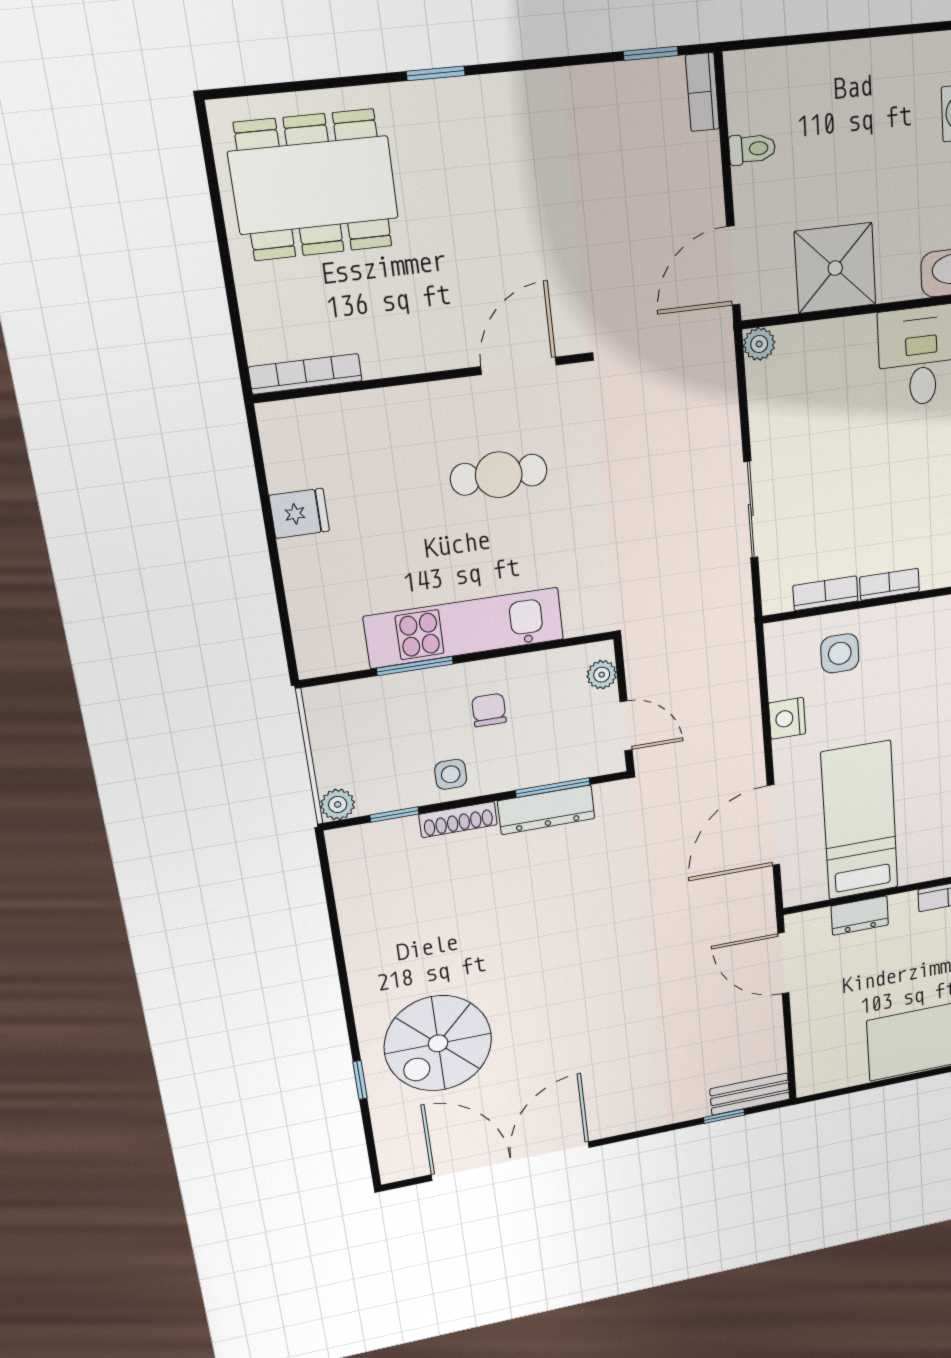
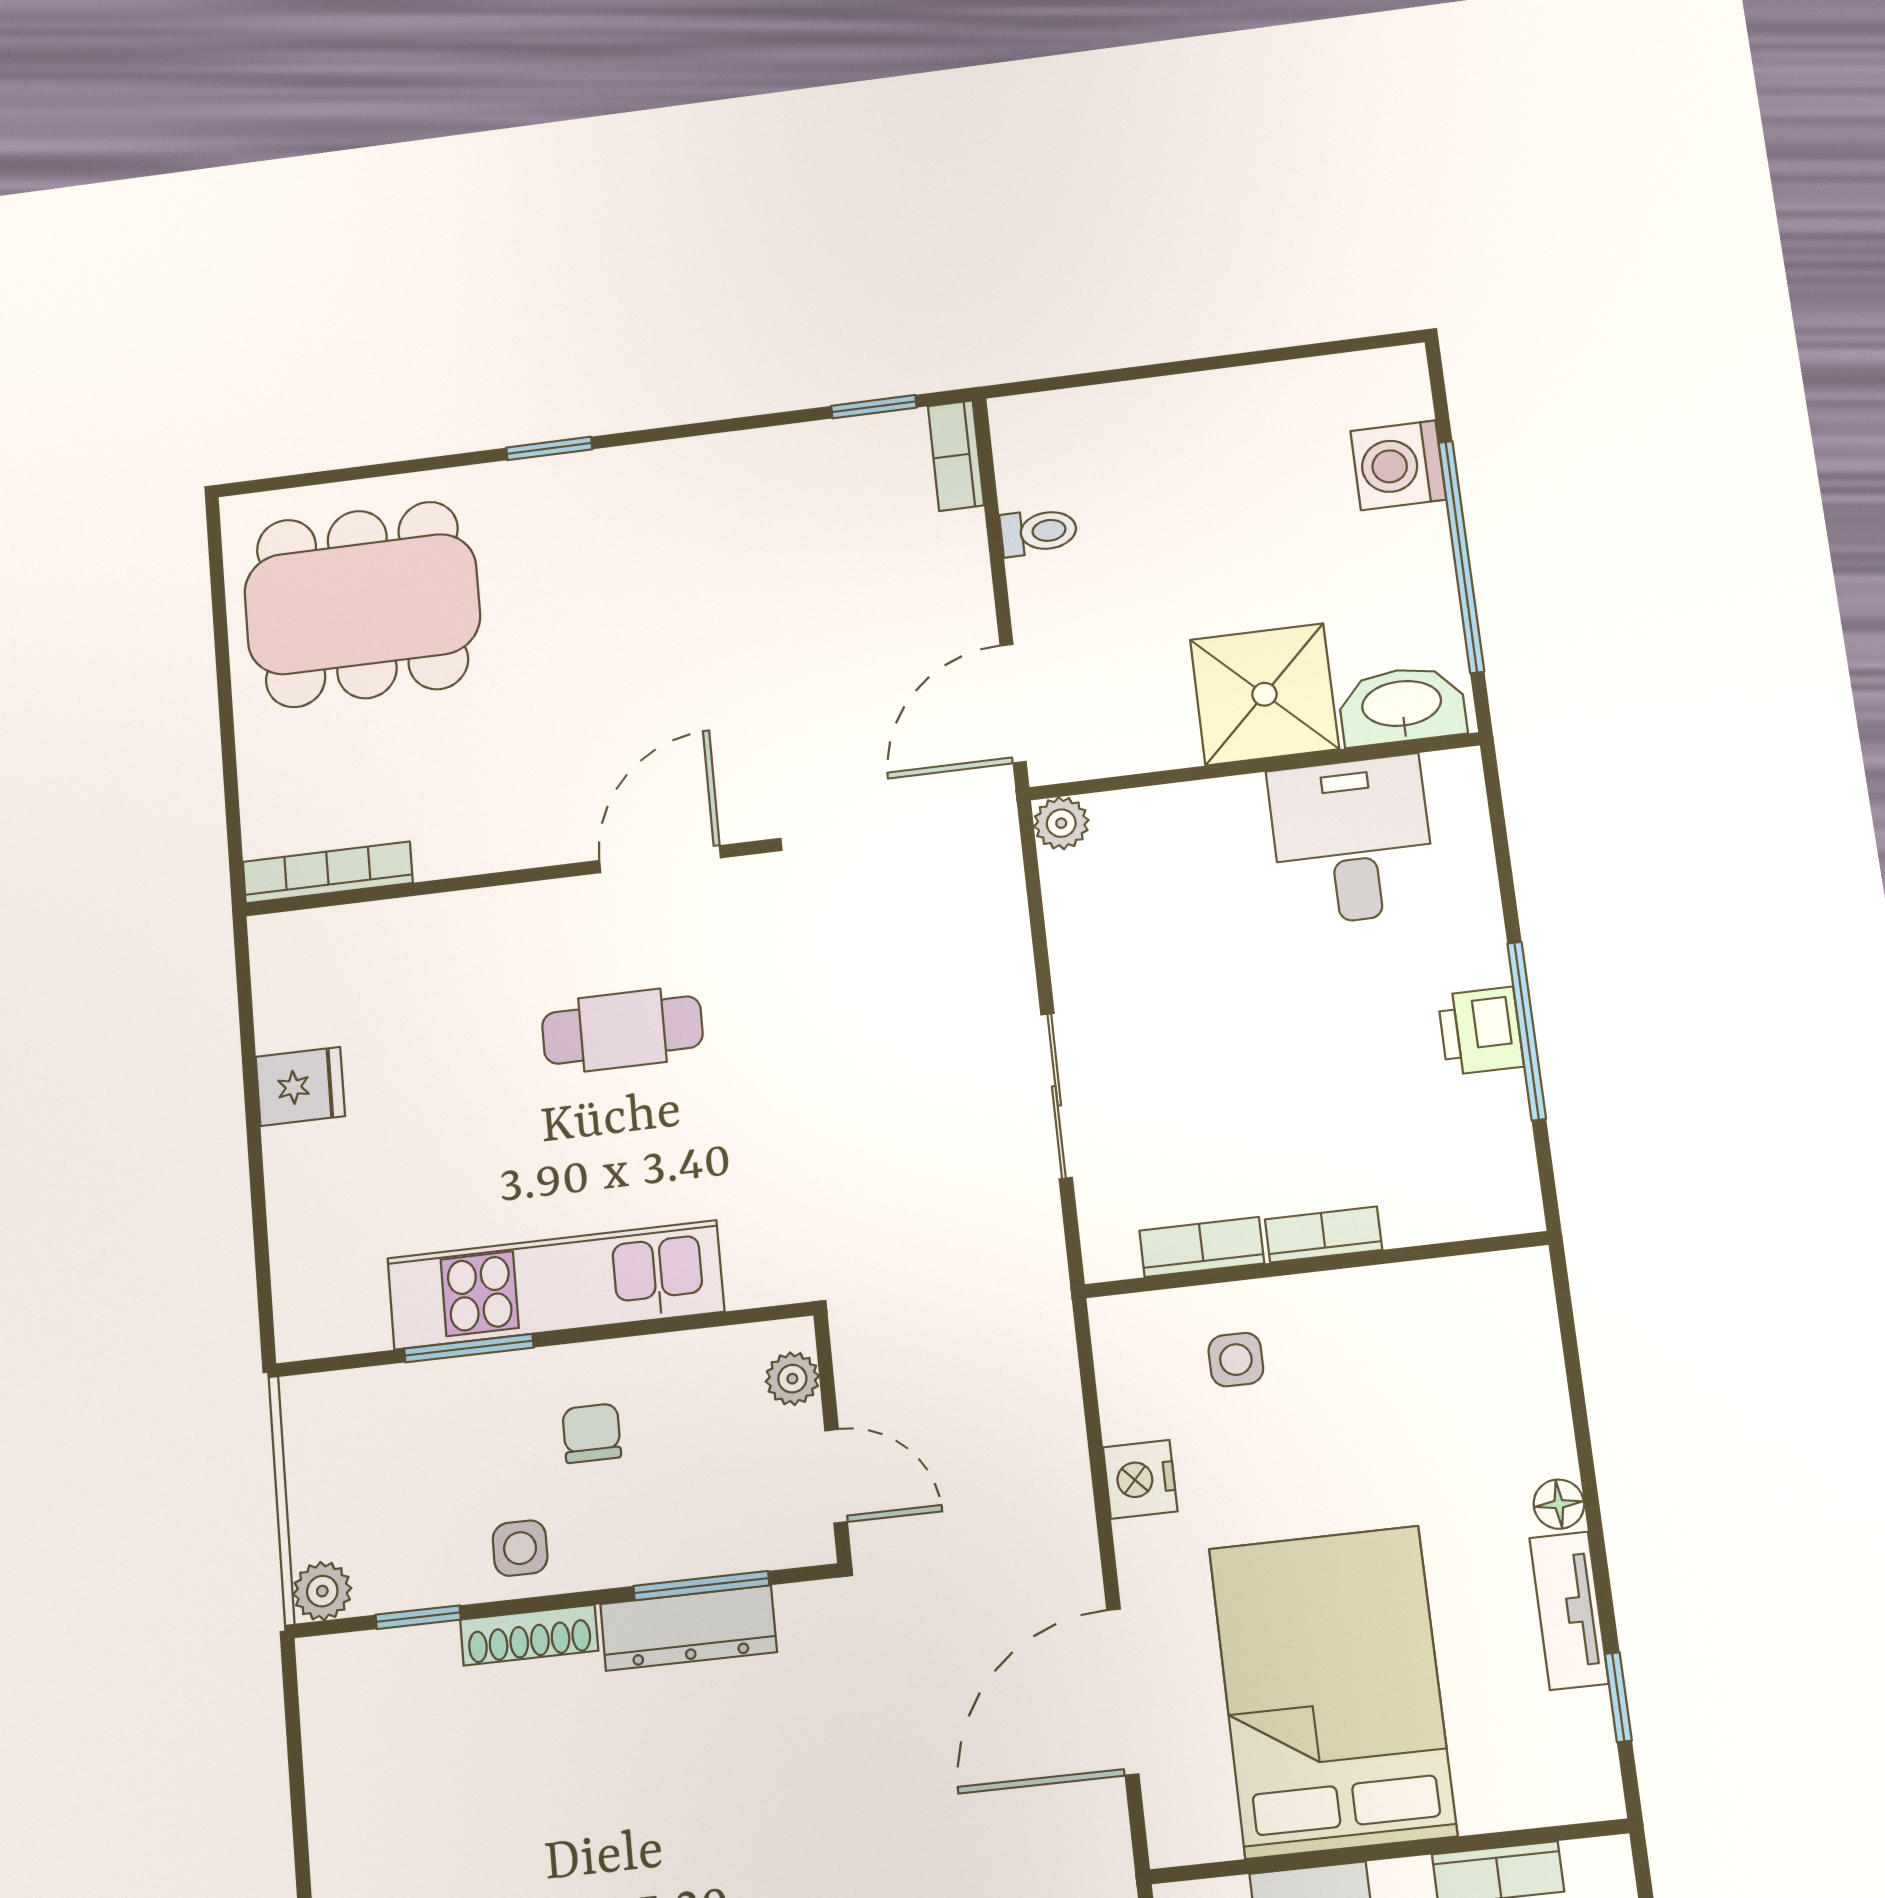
shower: (835, 268) -> (1265, 694), moved
side table: (840, 653) -> (1236, 1360), width x0.73, depth x0.73
bed: (860, 821) -> (1332, 1691), width x1.50

